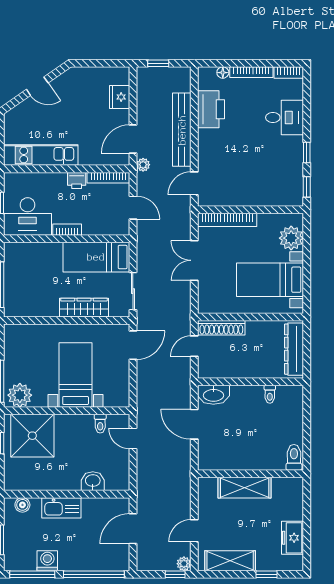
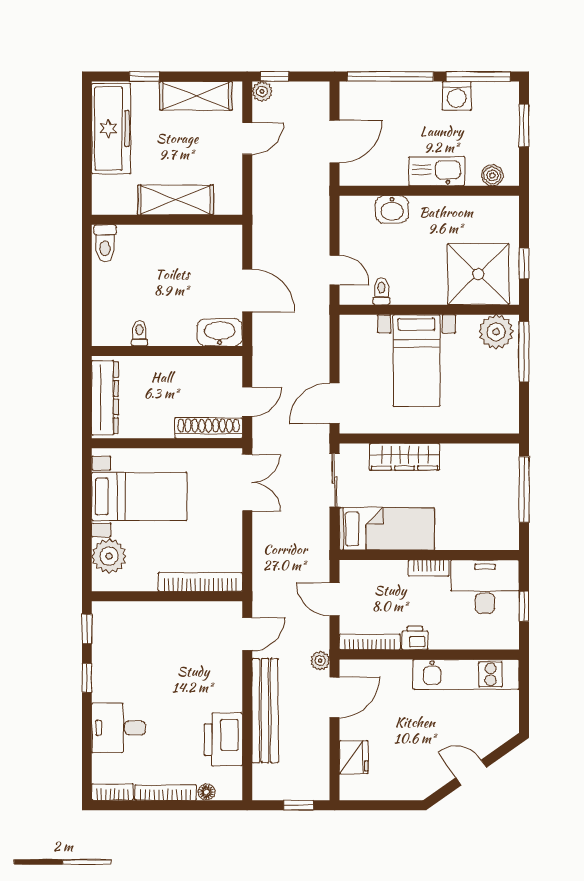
double door: (194, 260) -> (247, 483), moved
freezer: (293, 538) -> (111, 128), width x1.91, depth x1.26

